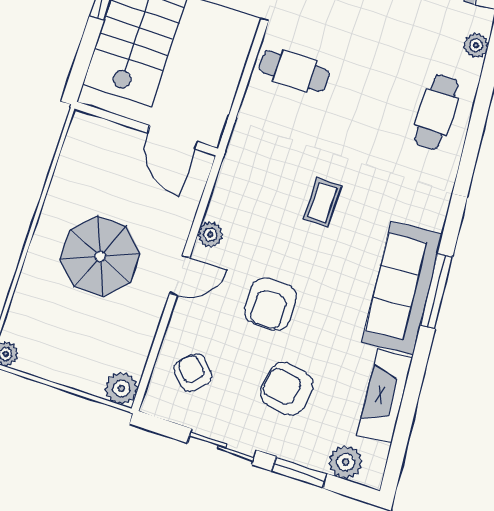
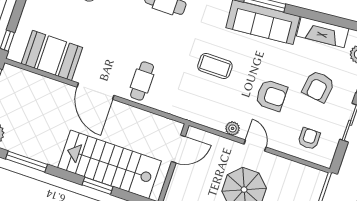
coffee table: (322, 202) -> (215, 66), width x1.36, depth x1.30
armchair: (193, 373) -> (309, 139), turned 134
plant: (121, 388) -> (318, 178), removed

